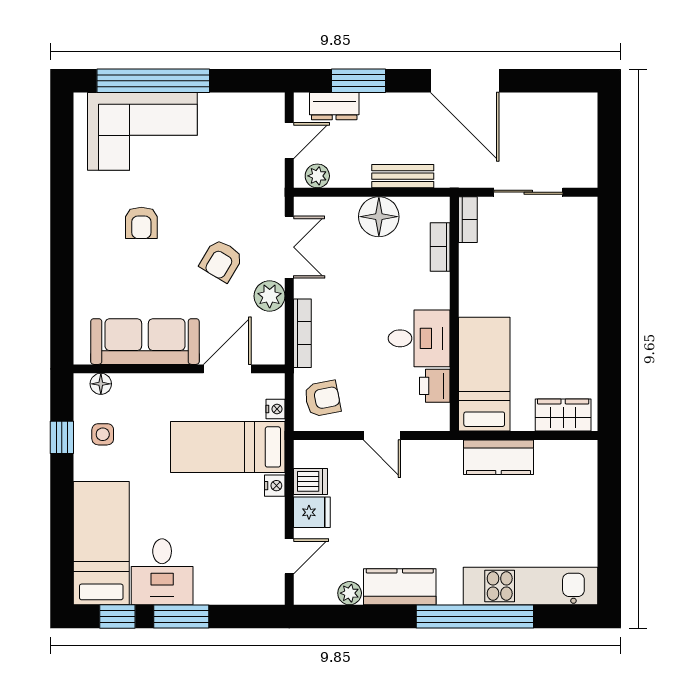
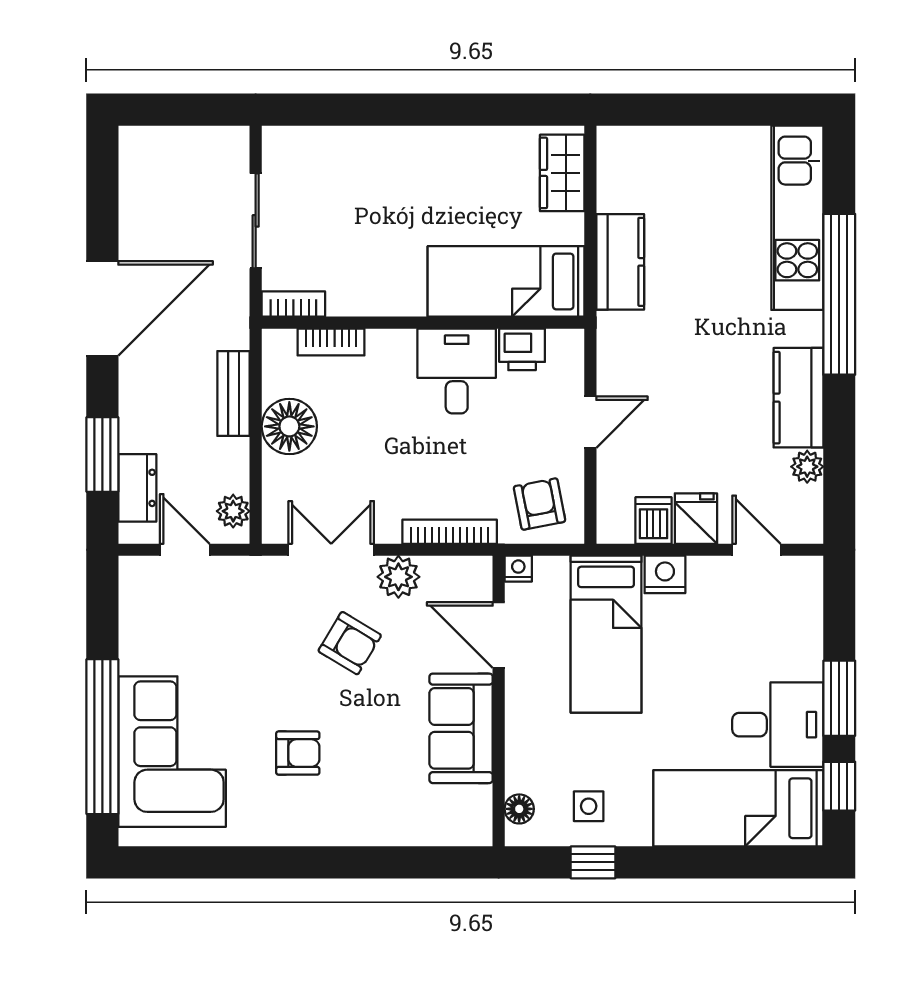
sofa: (145, 342) -> (461, 728), width x0.73
nightstand: (275, 409) -> (518, 569), moved
nightstand: (275, 486) -> (665, 574), width x1.39, depth x1.35

